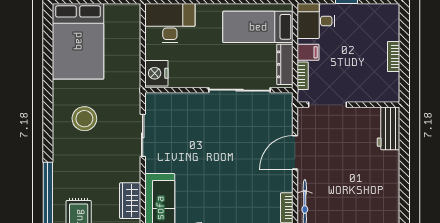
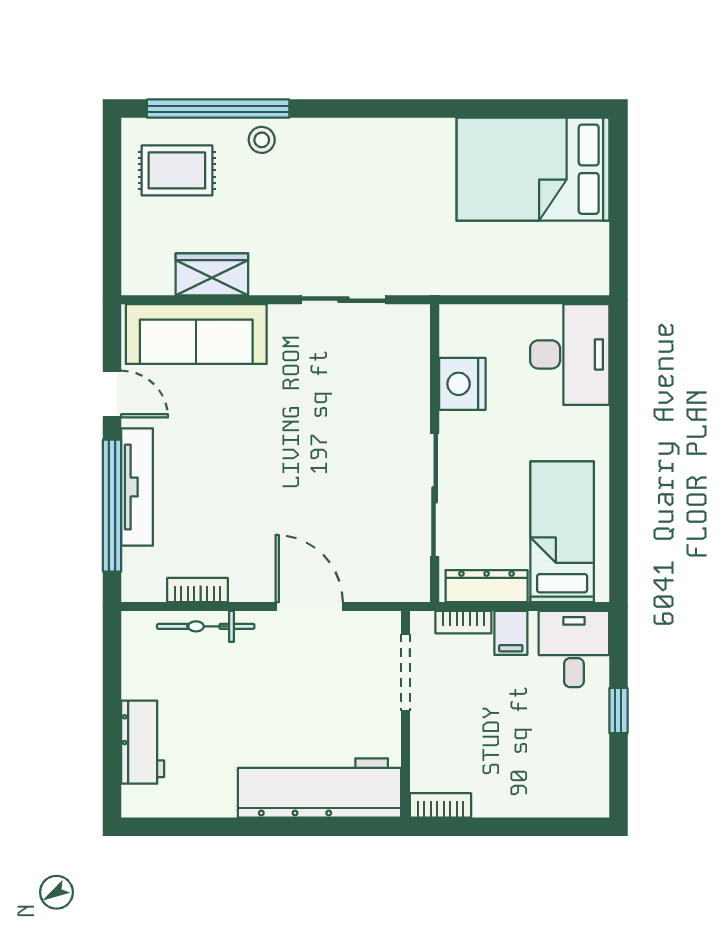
bookcase: (394, 57) -> (440, 805), moved
nightstand: (156, 73) -> (462, 384), moved, turned -90
stool: (84, 119) -> (262, 140), moved, width x0.53, depth x0.53
workbench: (389, 128) -> (319, 788), width x1.88, depth x1.32

